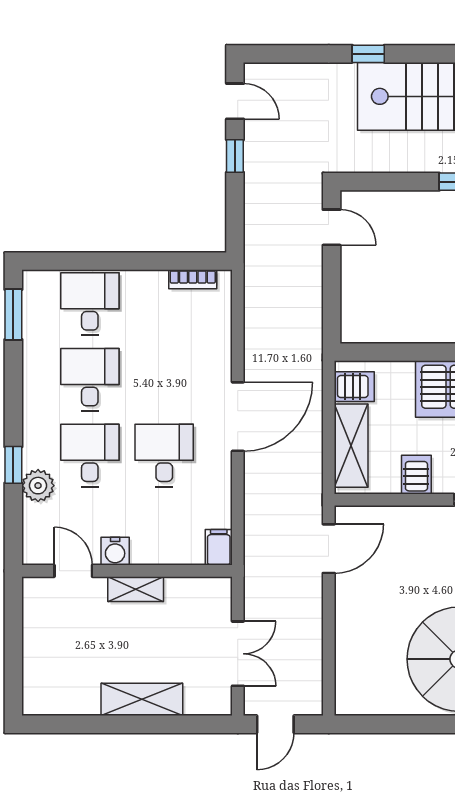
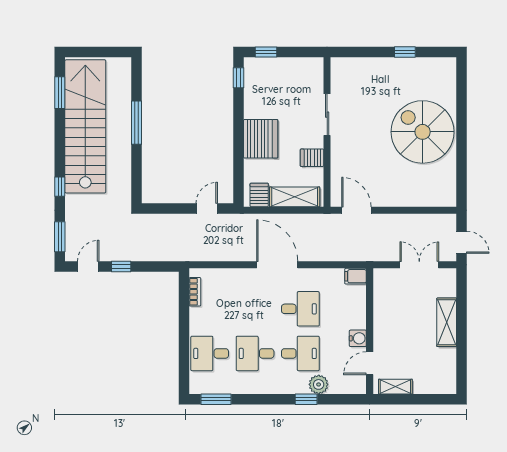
window: (284, 54) -> (60, 237), added
door: (332, 227) -> (207, 209), moved
desk: (90, 455) -> (300, 353), turned 180
desk: (164, 455) -> (300, 309), turned 180
shelving: (136, 589) -> (395, 387), moved, turned 90

